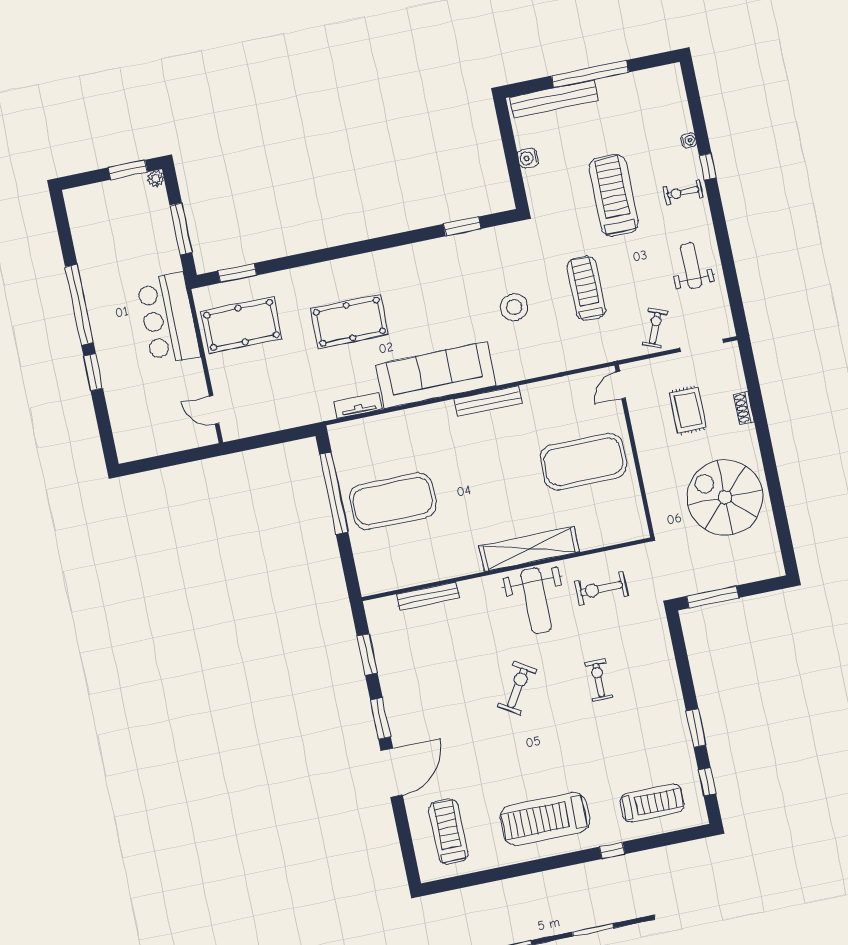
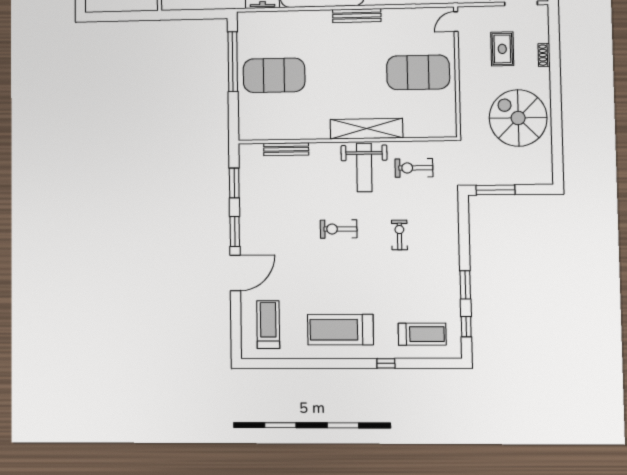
exercise bike: (517, 688) -> (339, 229), turned -122

